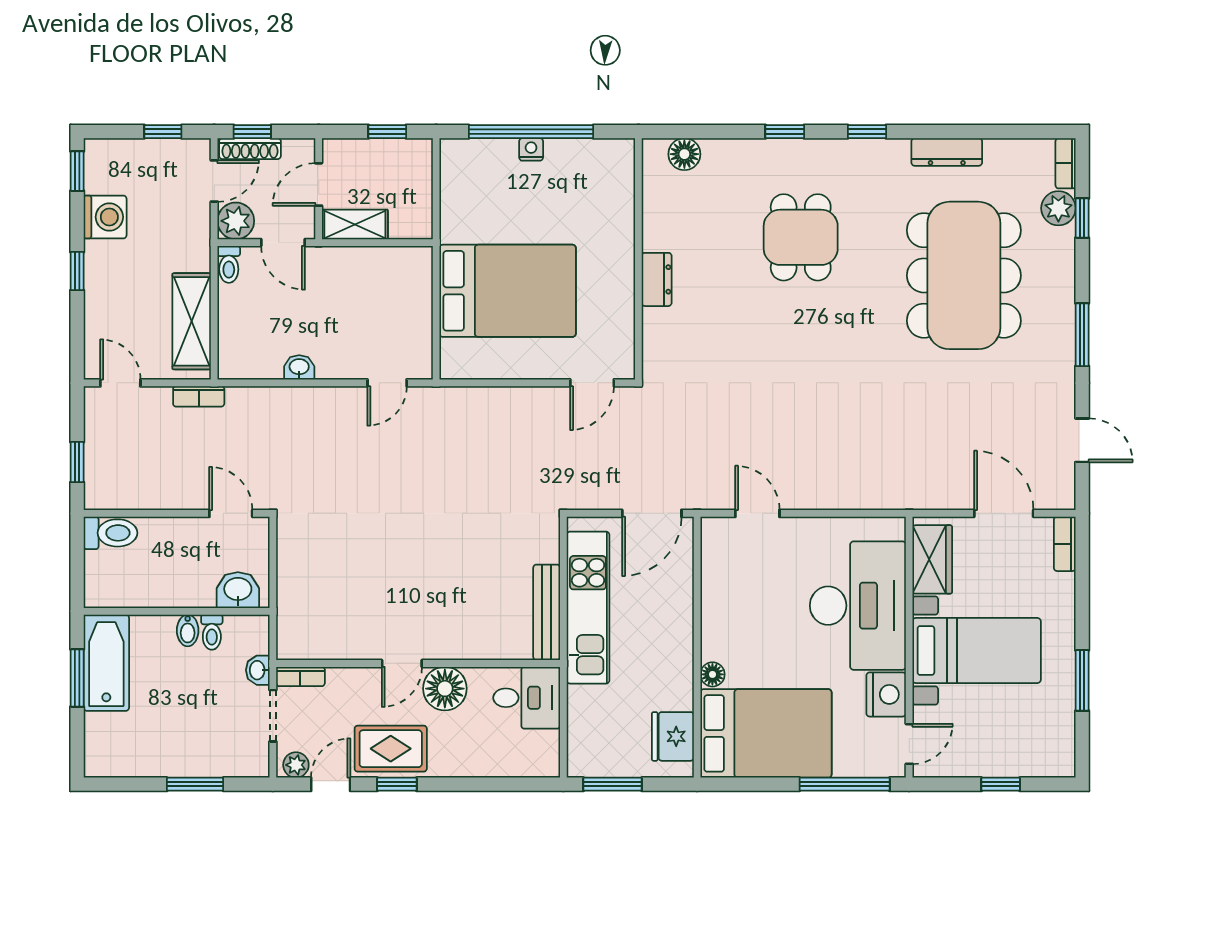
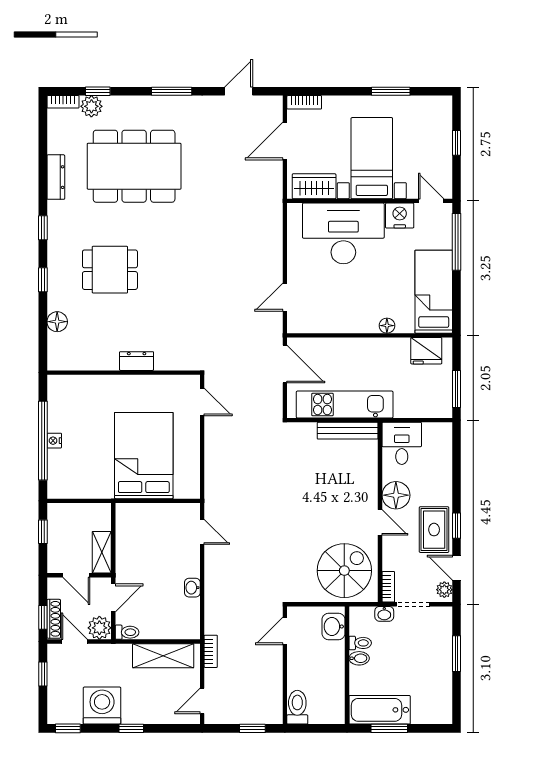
floor lamp: (684, 154) -> (57, 322), moved
washing machine: (105, 217) -> (102, 706), width x1.37, depth x1.37
spiral stairs: (326, 607) -> (344, 571), added
bed: (766, 733) -> (434, 292), width x0.67

